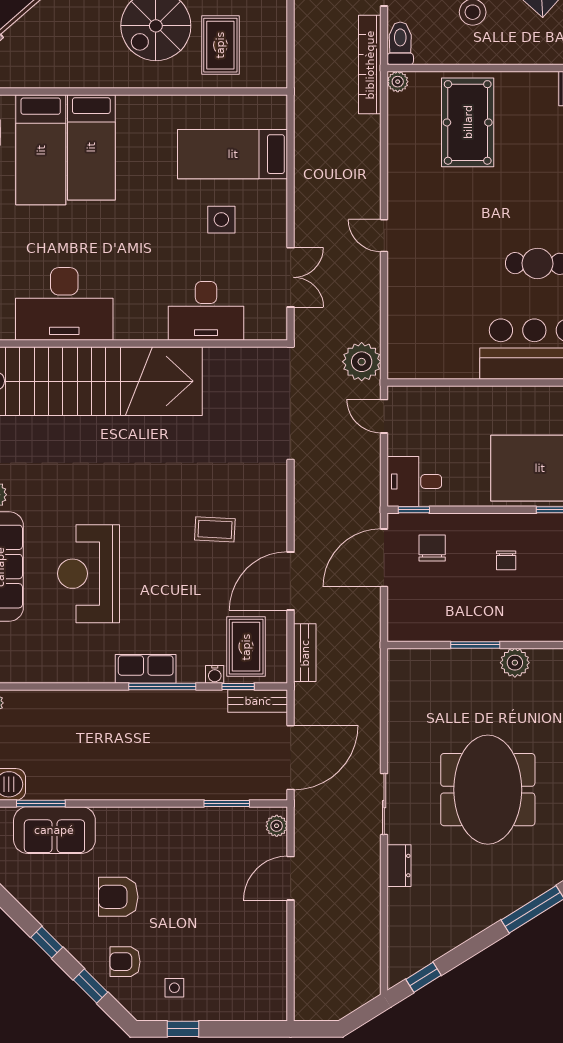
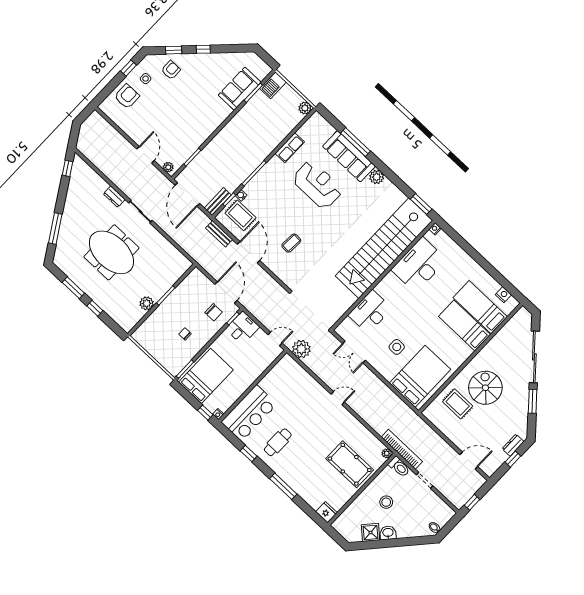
bed: (233, 154) -> (420, 376), width x1.50
row of seats: (146, 669) -> (290, 148), moved
armchair: (118, 897) -> (127, 96), moved

